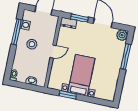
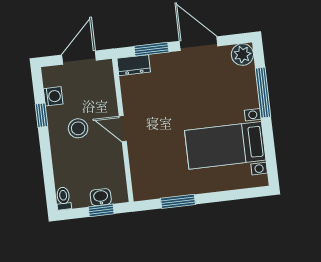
window: (16, 32) -> (41, 115), width x0.46
door: (53, 51) -> (123, 129), swing flipped
bed with nightstands: (81, 75) -> (225, 145), moved, turned -90
window: (30, 87) -> (101, 210), added

